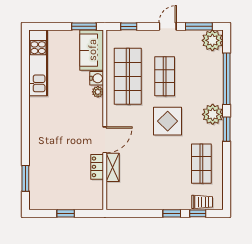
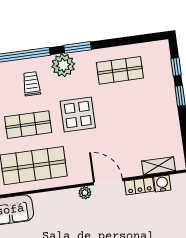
water cooler: (97, 78) -> (162, 184), moved
plant: (98, 92) -> (85, 193), moved
shelving: (113, 167) -> (158, 166), moved
trolley: (202, 202) -> (31, 84), moved

